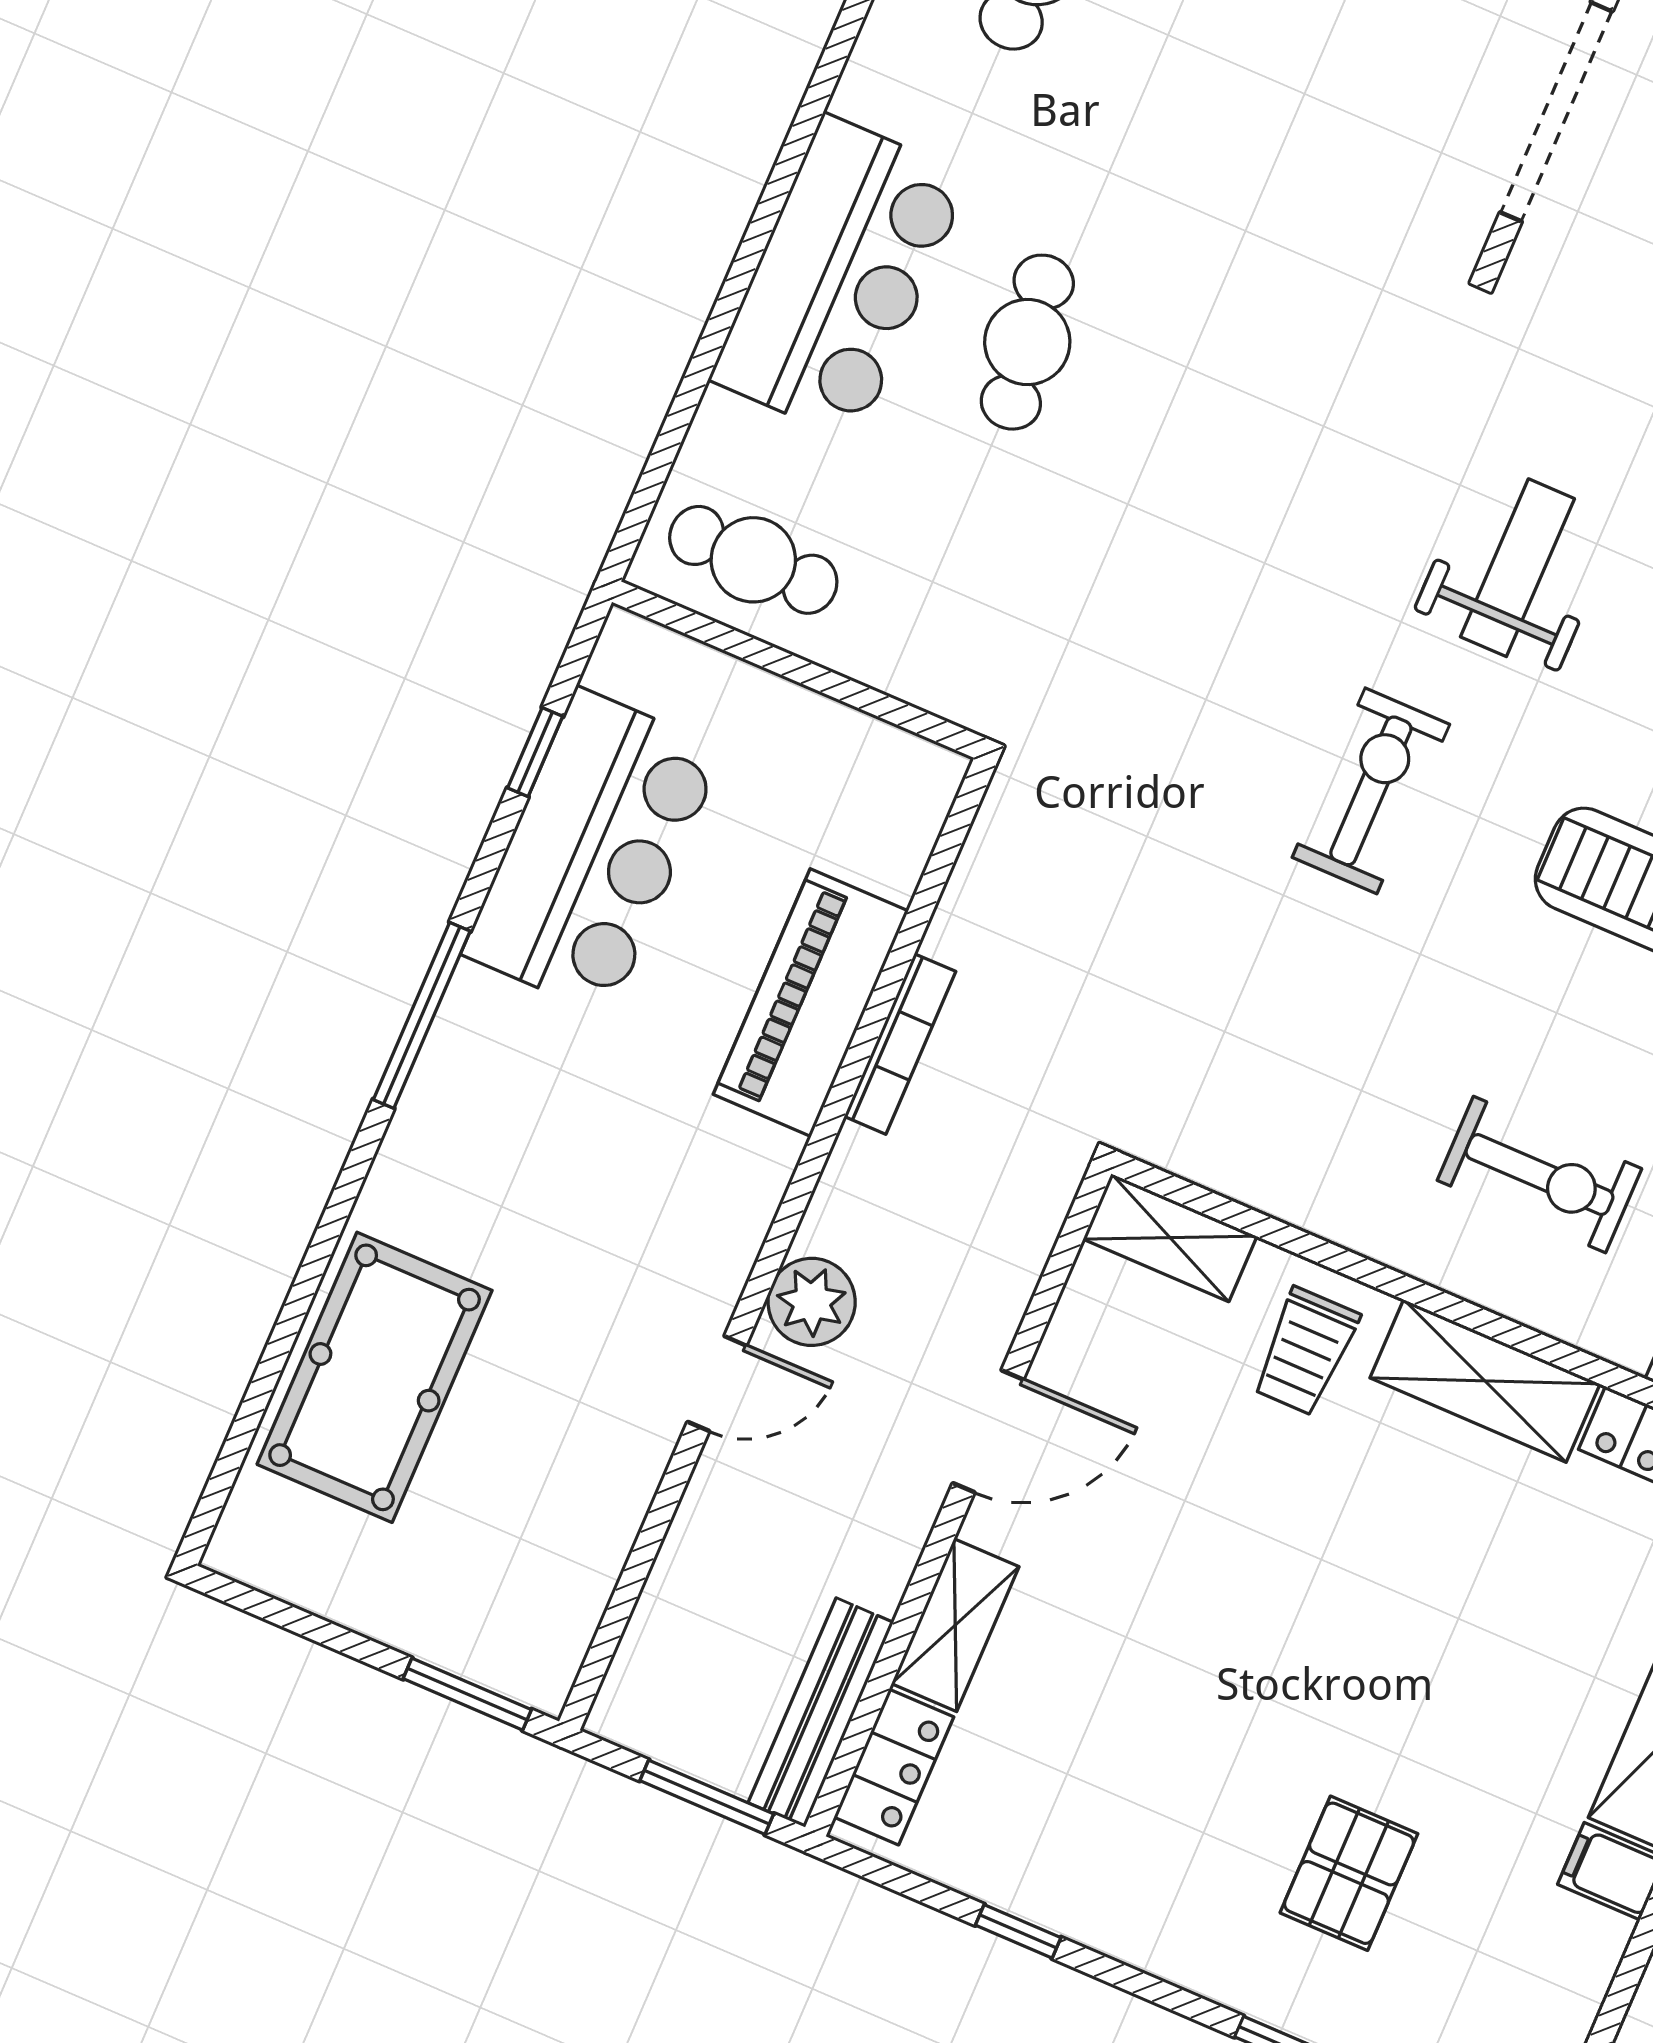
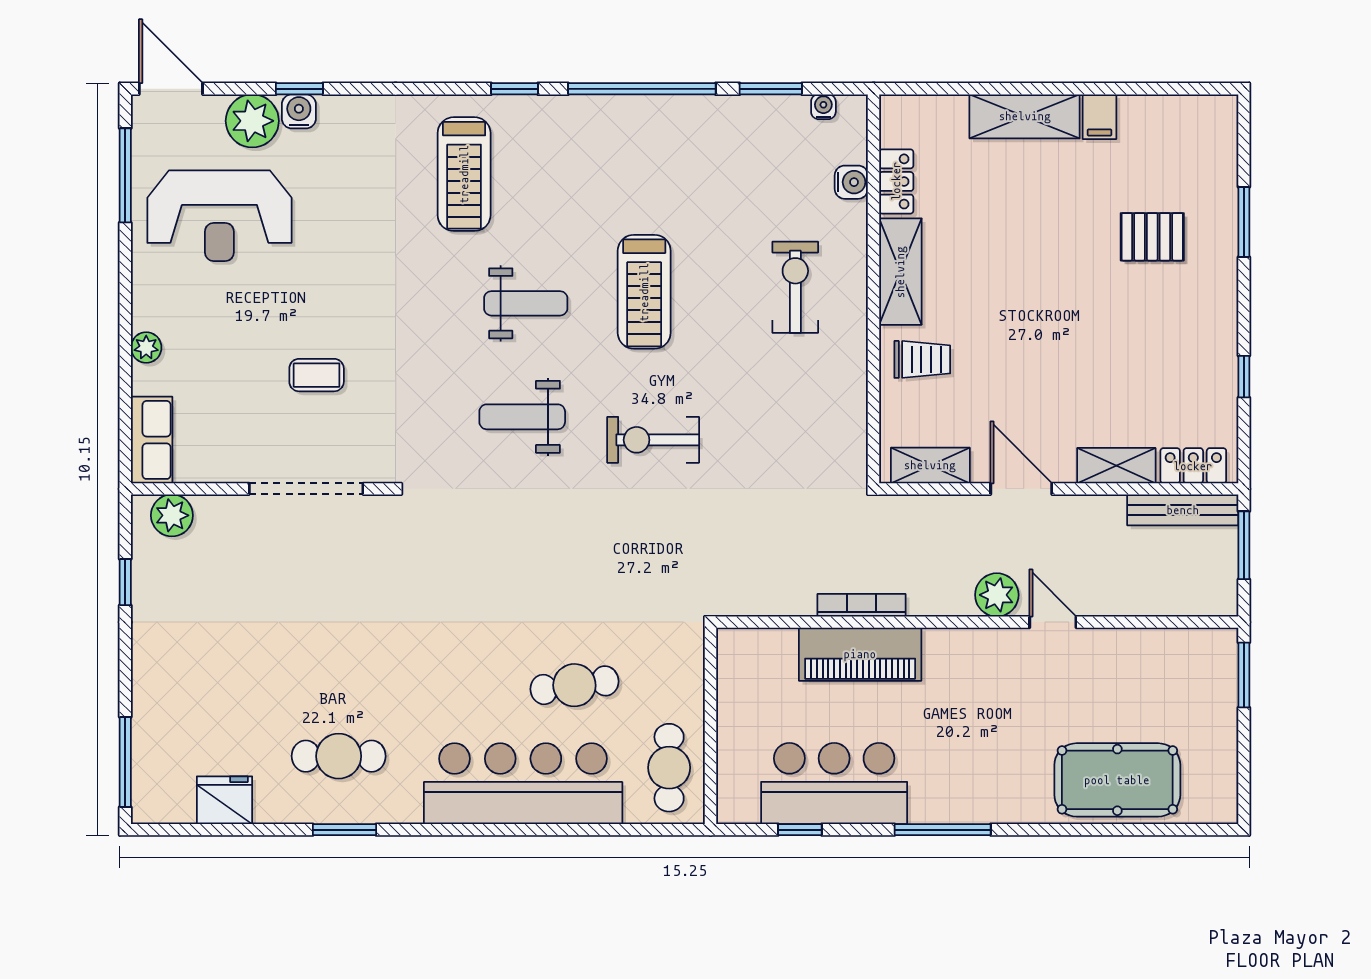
bar counter: (840, 278) -> (523, 784), width x1.36
cafe table: (1027, 342) -> (574, 685), moved
shelving: (1170, 1238) -> (930, 465), moved, turned 90

